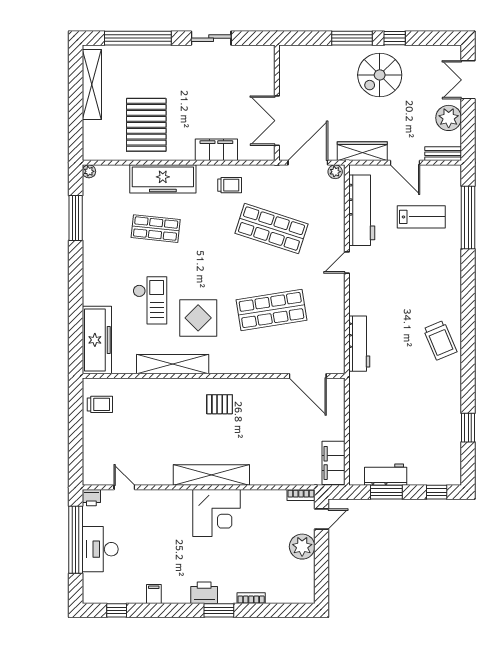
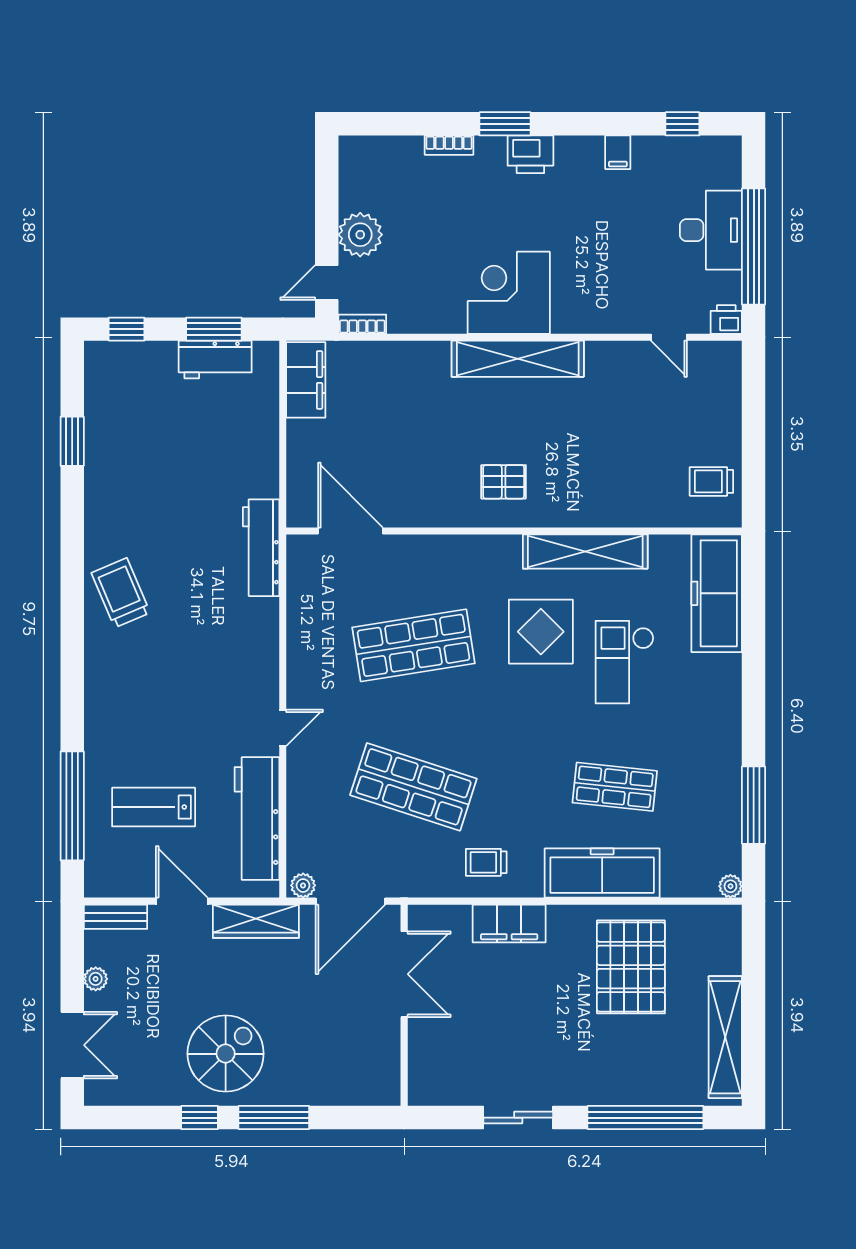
plant: (449, 118) -> (96, 979), width x0.53, depth x0.53
workbench: (359, 344) -> (261, 548), moved

